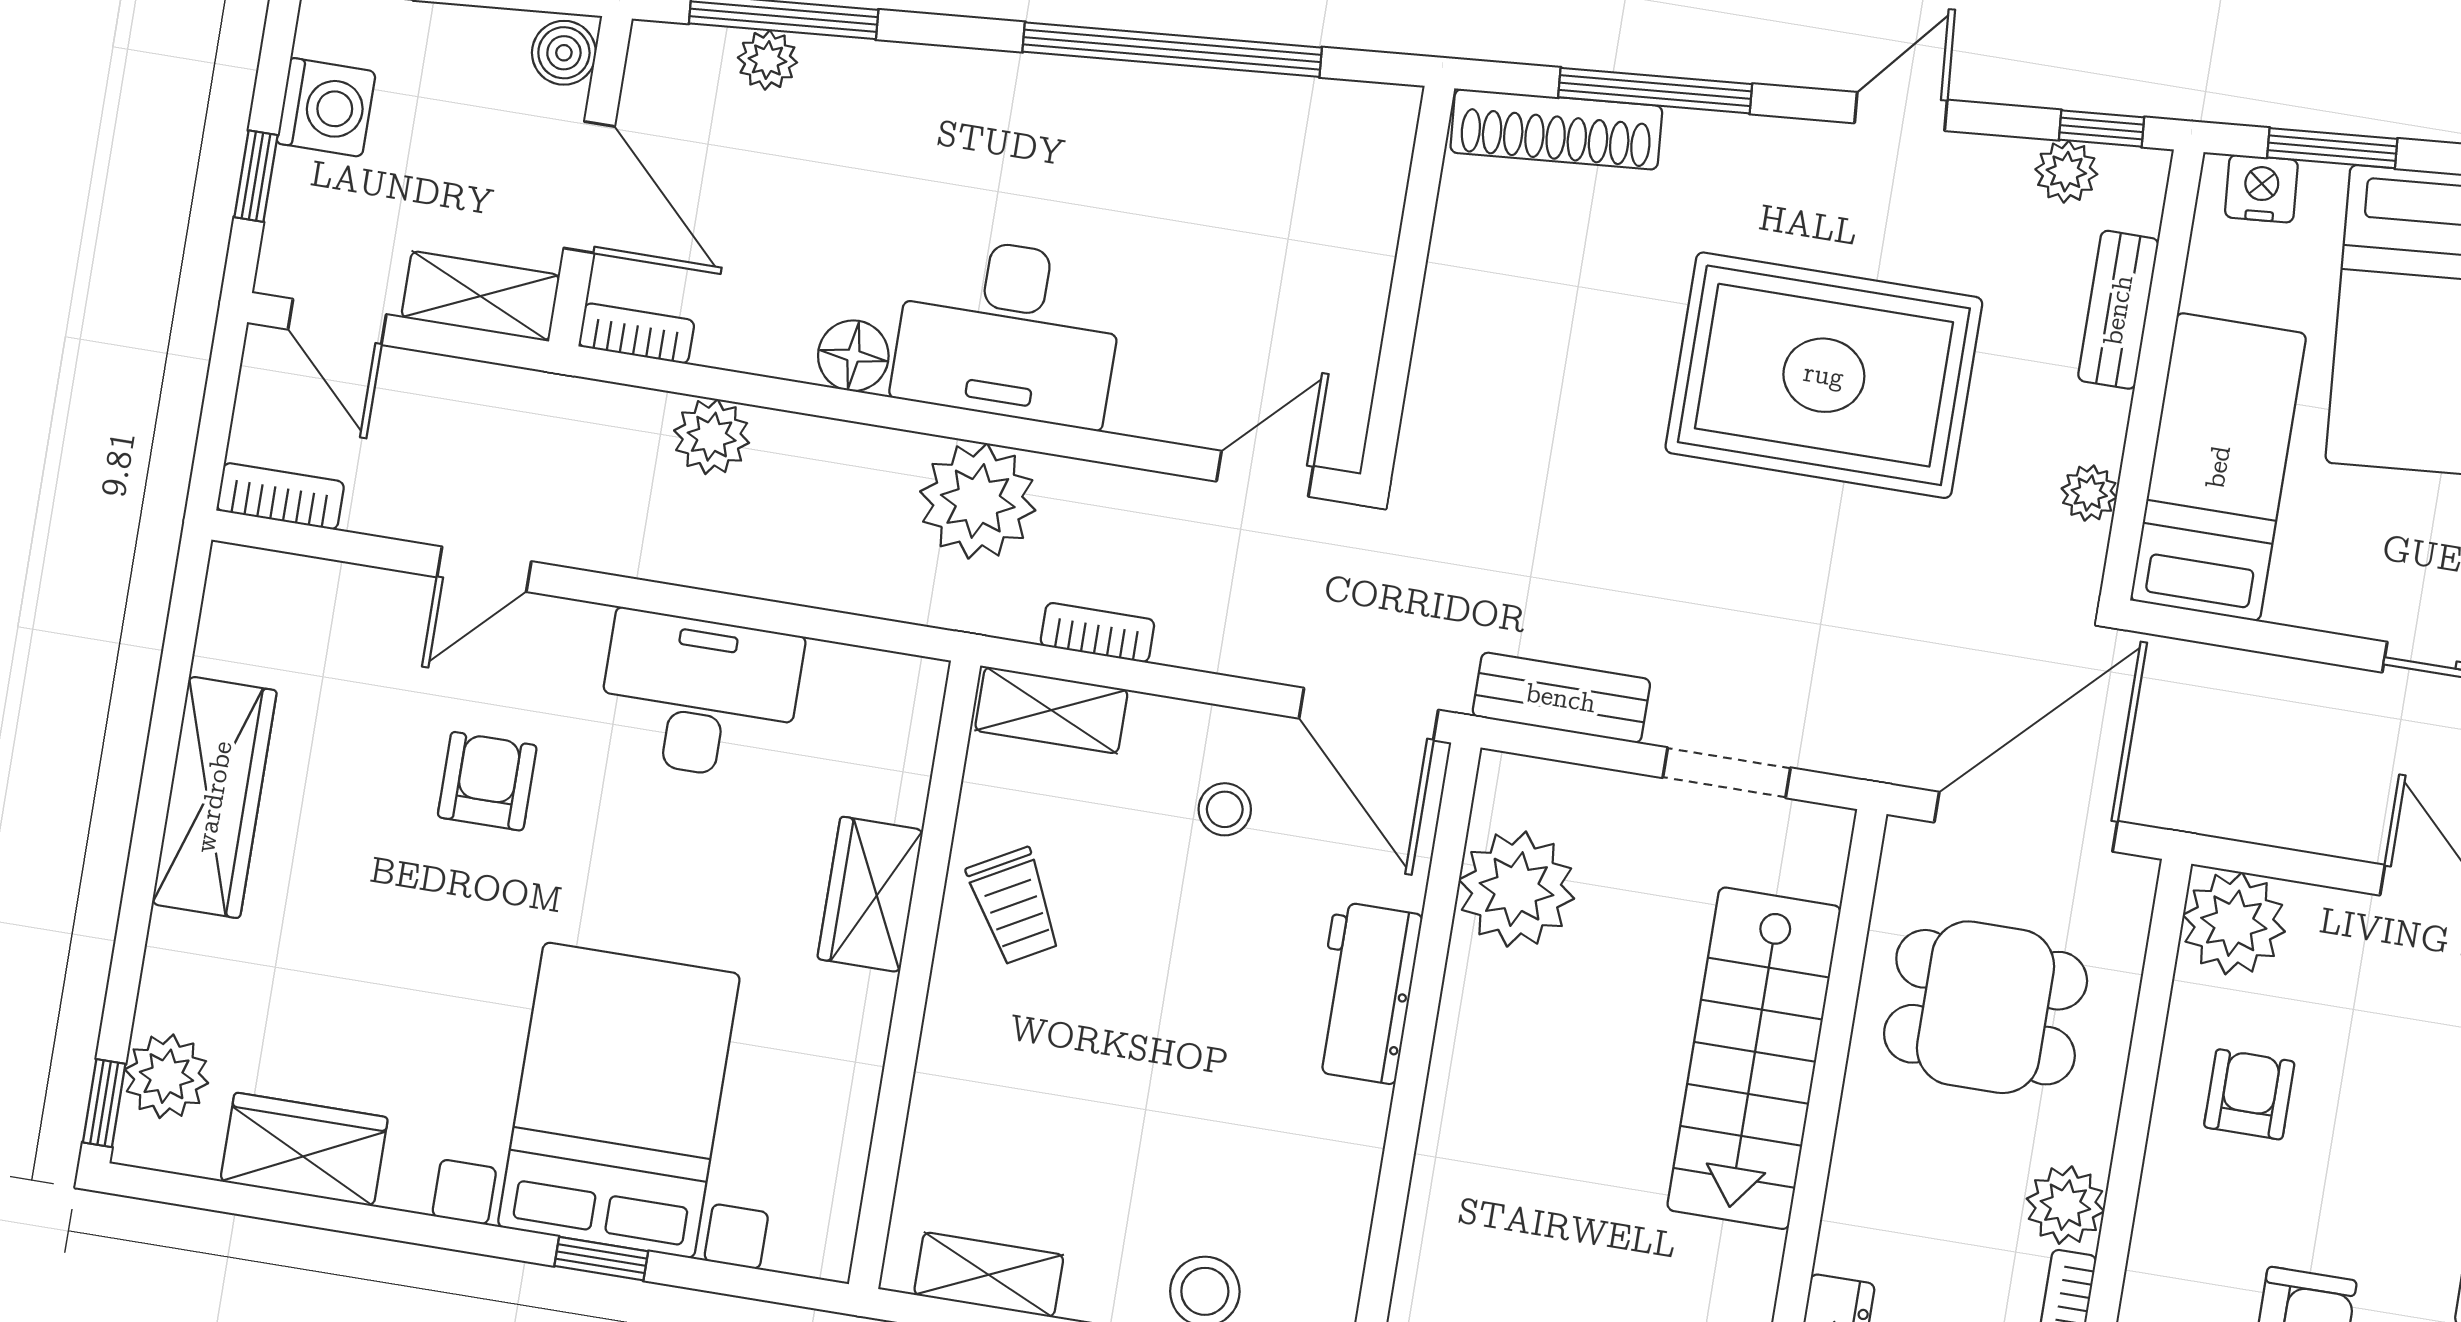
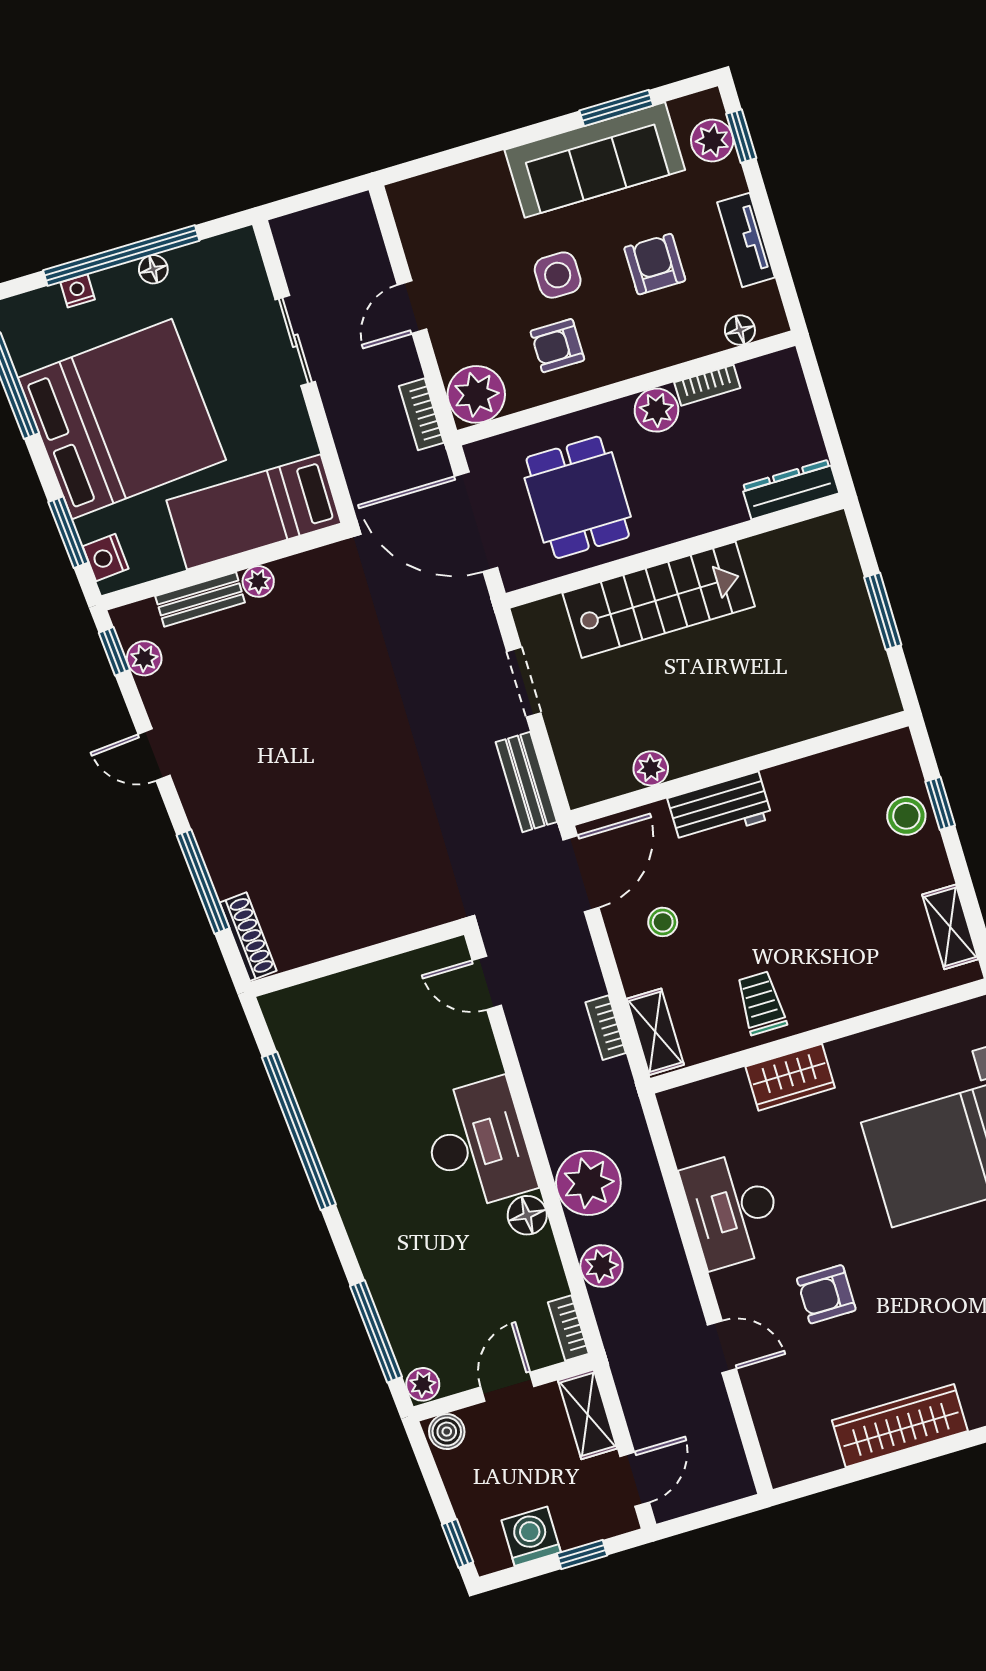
plant: (767, 60) -> (423, 1384), moved
shoe rack: (1556, 129) -> (248, 937), width x0.74, depth x0.81
door: (589, 187) -> (507, 1387), width x0.73
rug: (1824, 375) -> (303, 729), removed
plant: (2089, 493) -> (258, 581), moved
bookcase: (280, 496) -> (421, 414), moved
plant: (978, 501) -> (588, 1183), moved
plant: (1516, 889) -> (651, 768), width x0.53, depth x0.53
trolley: (1014, 906) -> (761, 1003), turned -61
side table: (2364, 1151) -> (558, 275), added

